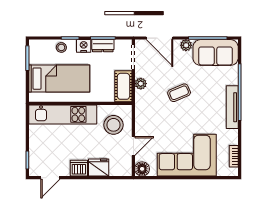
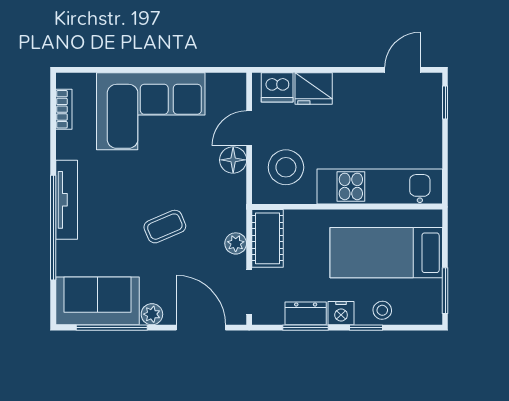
dishwasher: (79, 168) -> (277, 87), moved
floor lamp: (142, 169) -> (233, 160), moved

